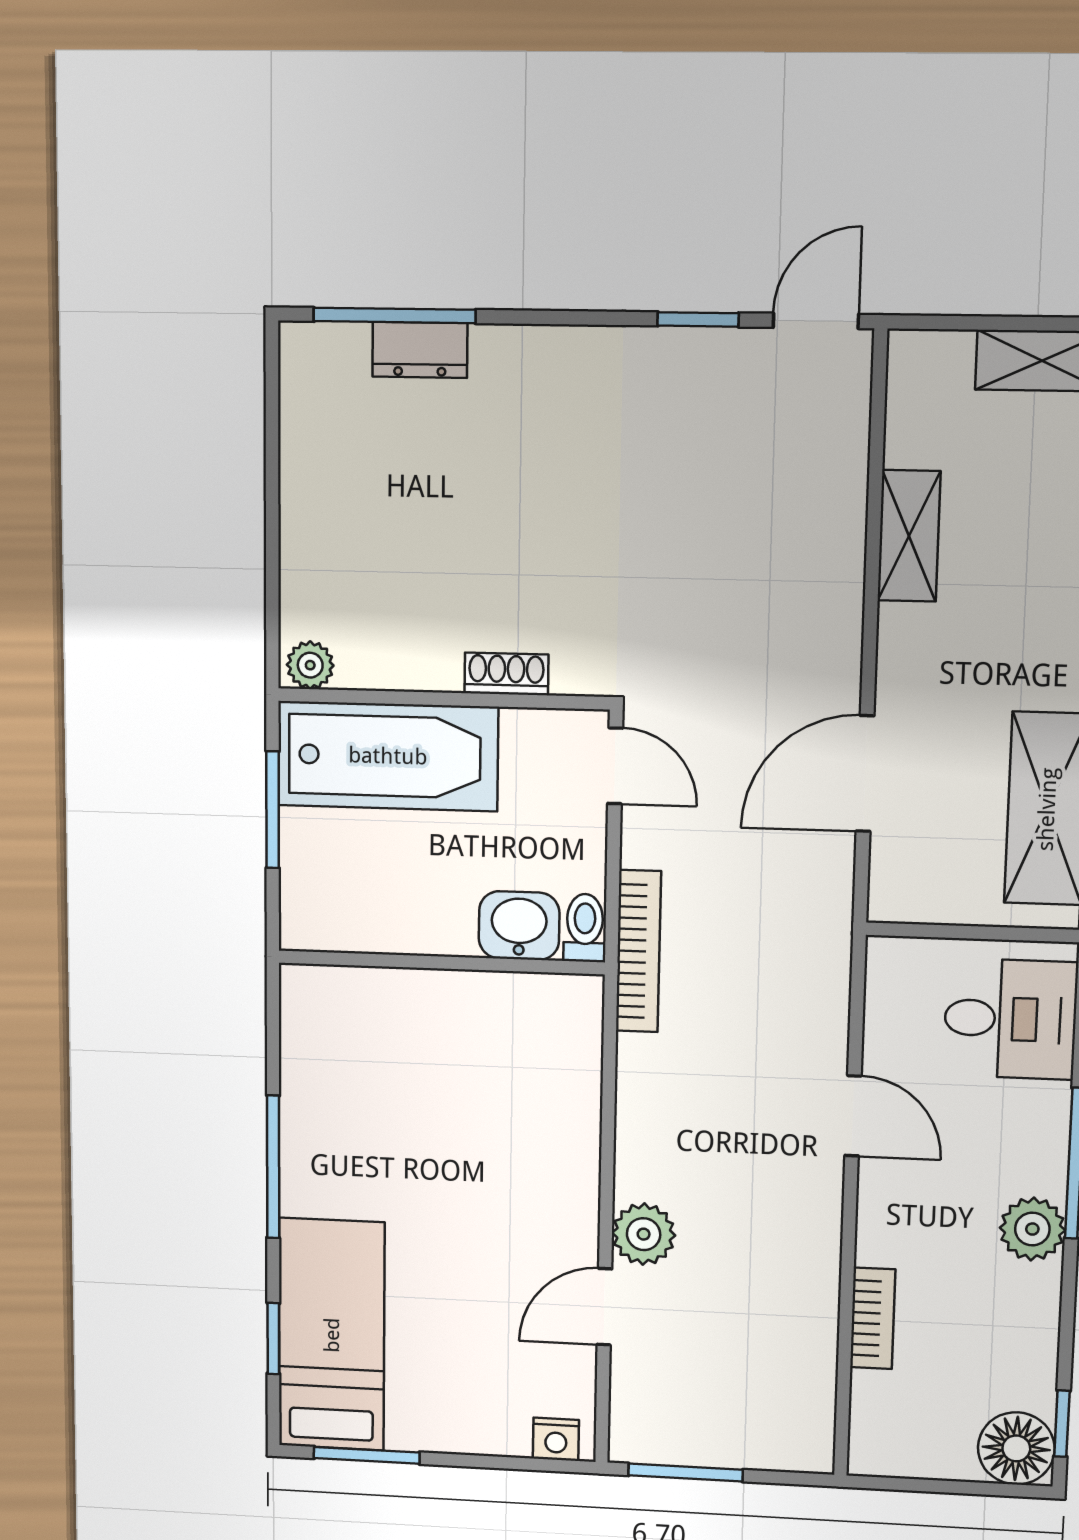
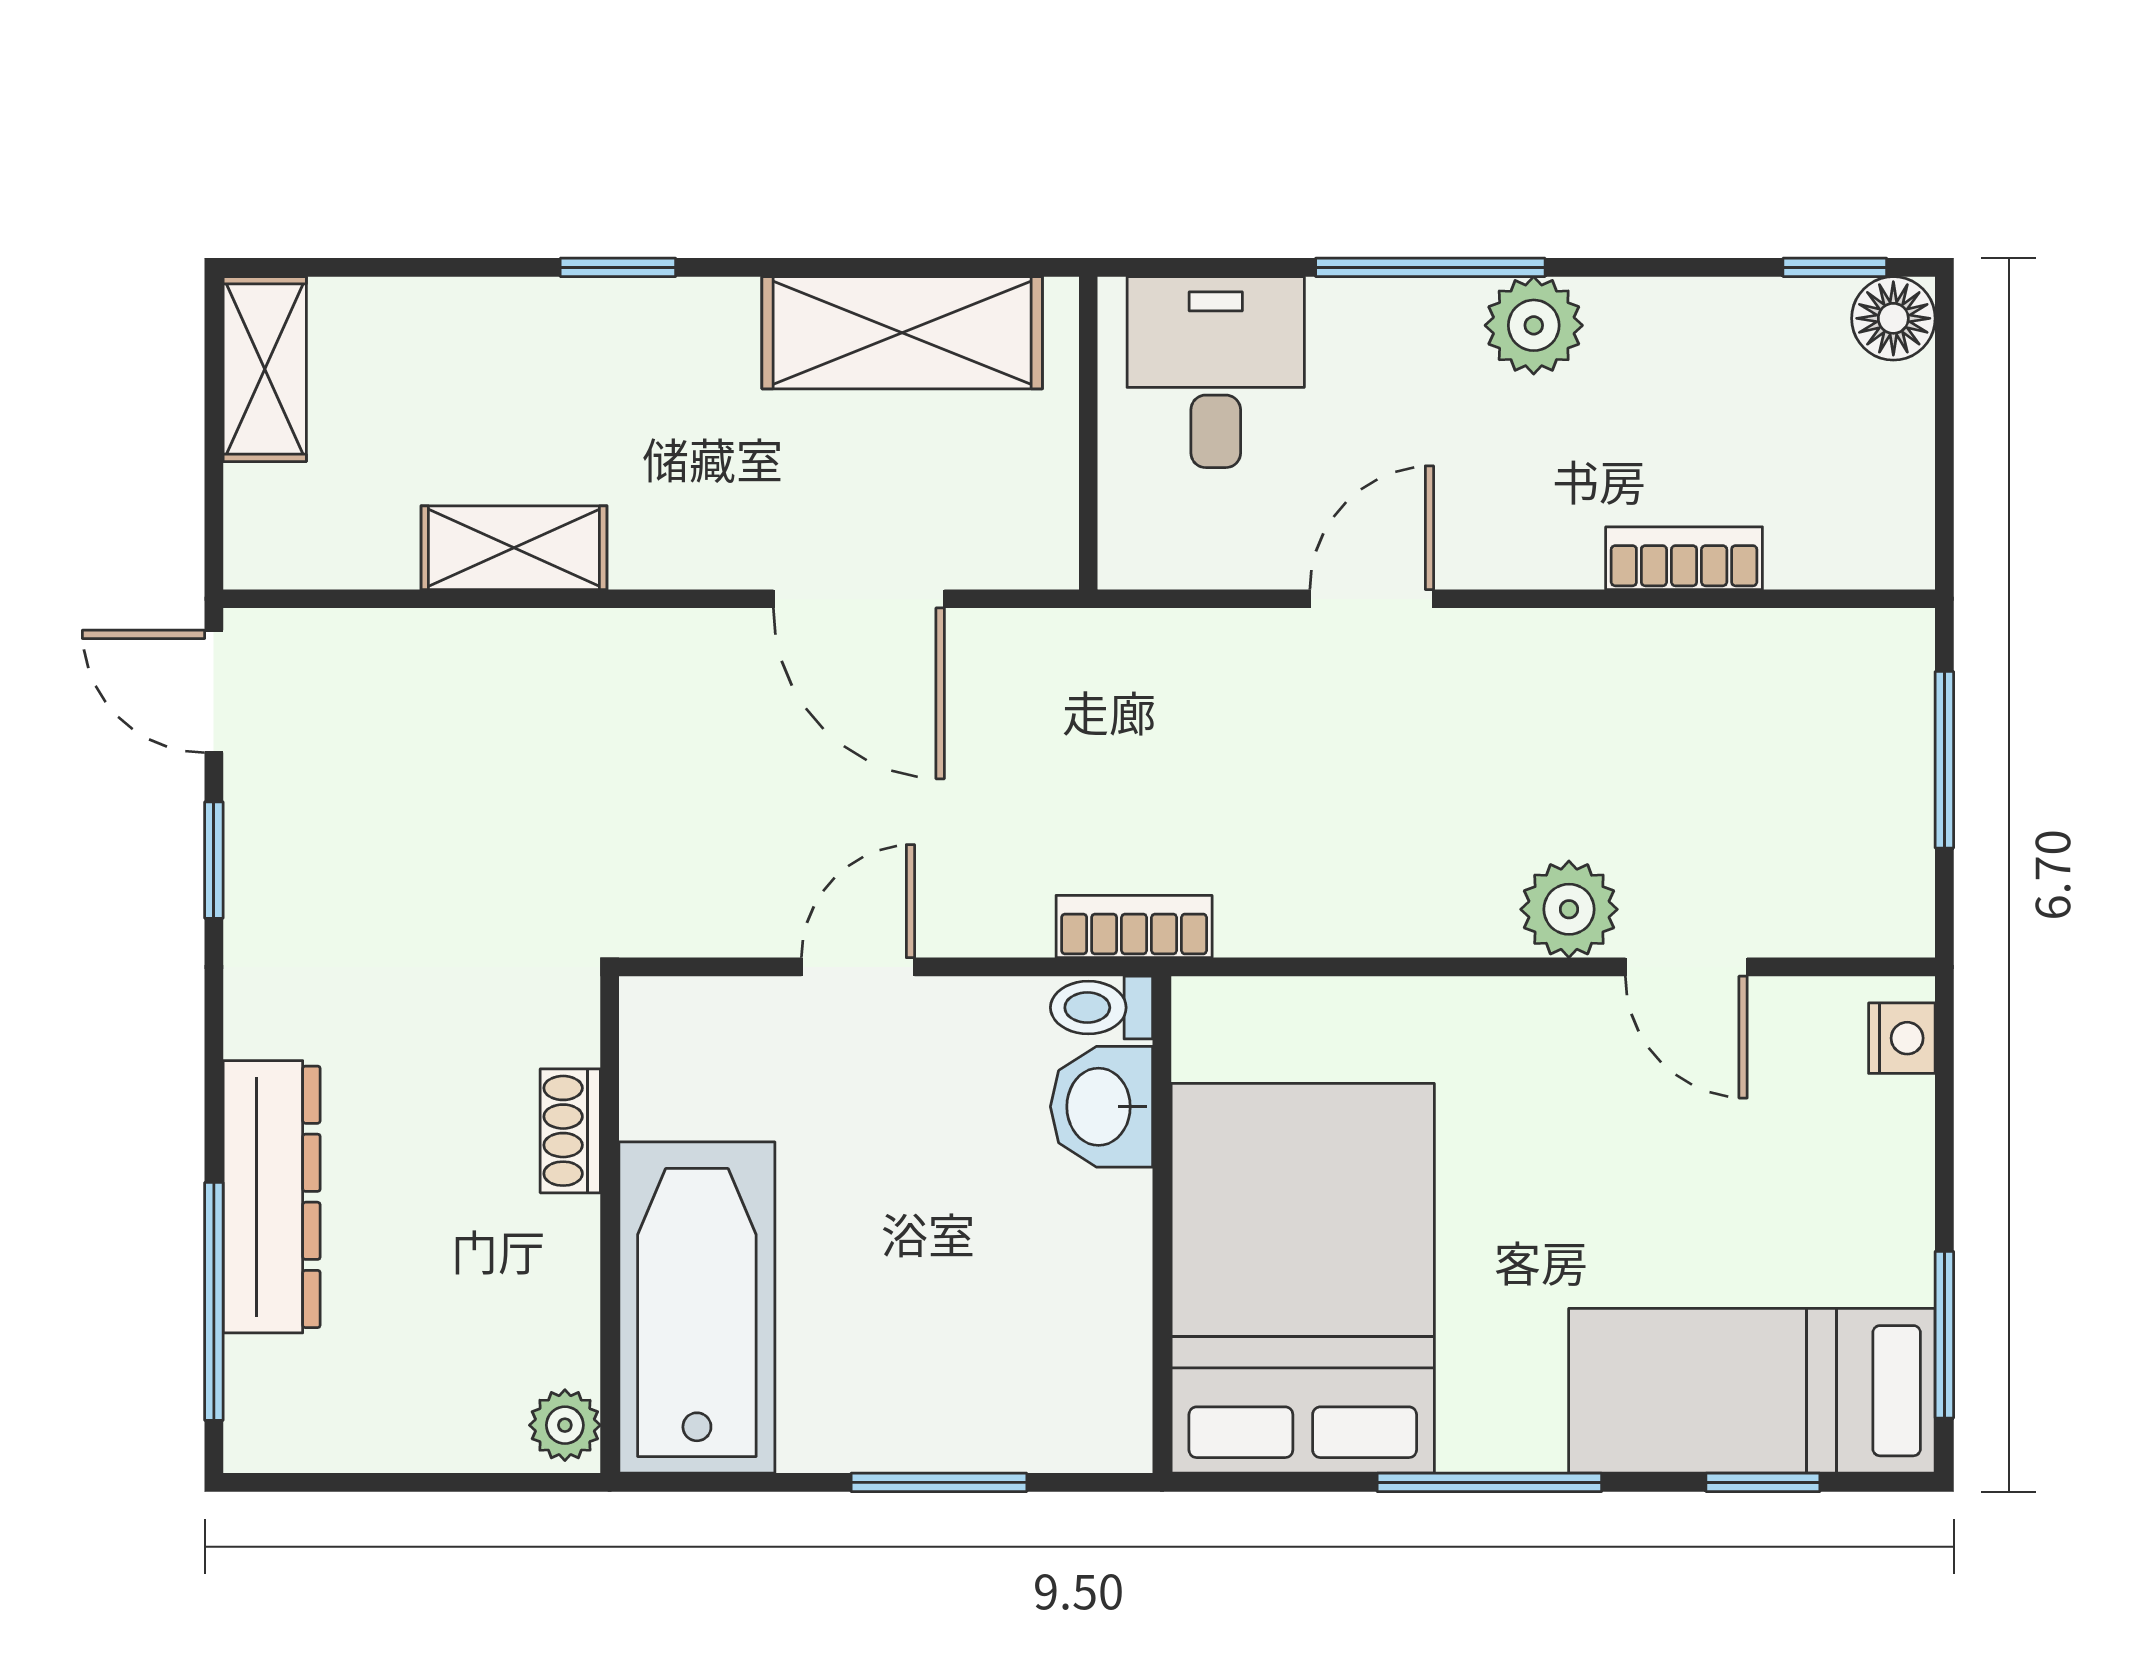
dresser: (420, 350) -> (272, 1197), width x1.96, depth x1.24
plant: (310, 665) -> (565, 1425), moved
shoe rack: (506, 674) -> (570, 1131), moved
wall: (443, 699) -> (610, 1225), moved
bathtub: (388, 756) -> (697, 1308), moved
bookcase: (638, 951) -> (1134, 927), width x0.64
bed: (405, 1053) -> (1303, 1278), added
floor lamp: (1016, 1448) -> (1893, 318), width x0.73, depth x0.73
window: (685, 1473) -> (1944, 760), moved

